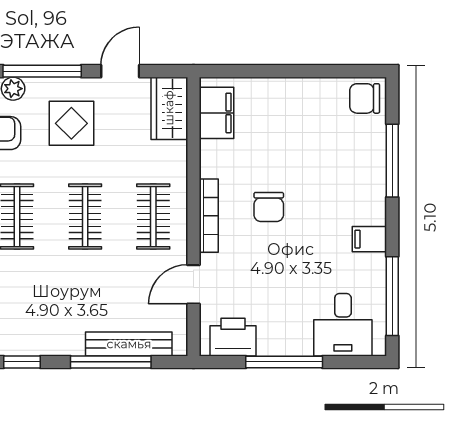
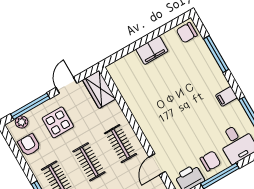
filing cabinet: (216, 113) -> (152, 50), moved, turned 90
chair: (269, 207) -> (210, 161), moved, turned -90
bookcase: (209, 216) -> (146, 128), removed

